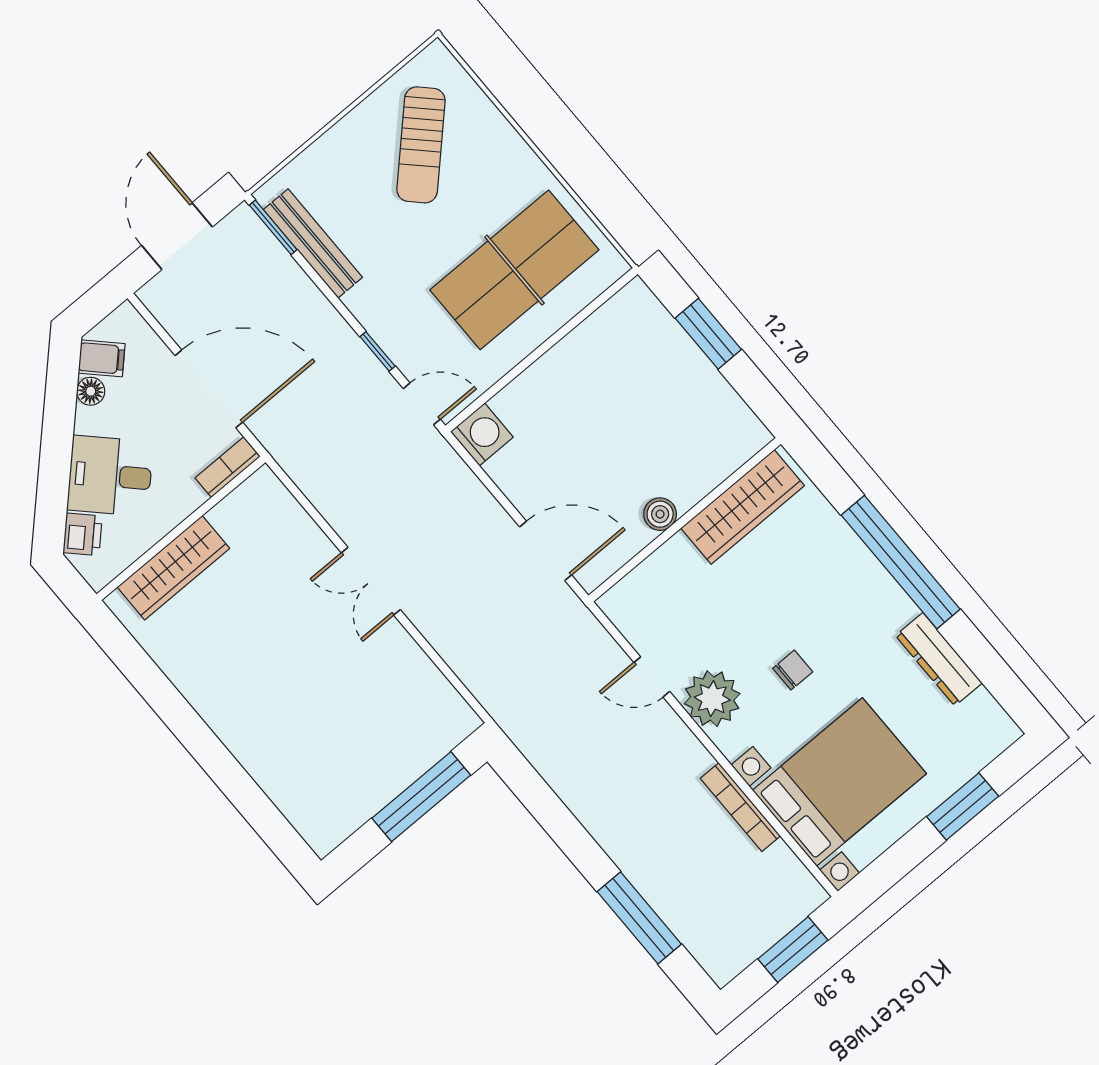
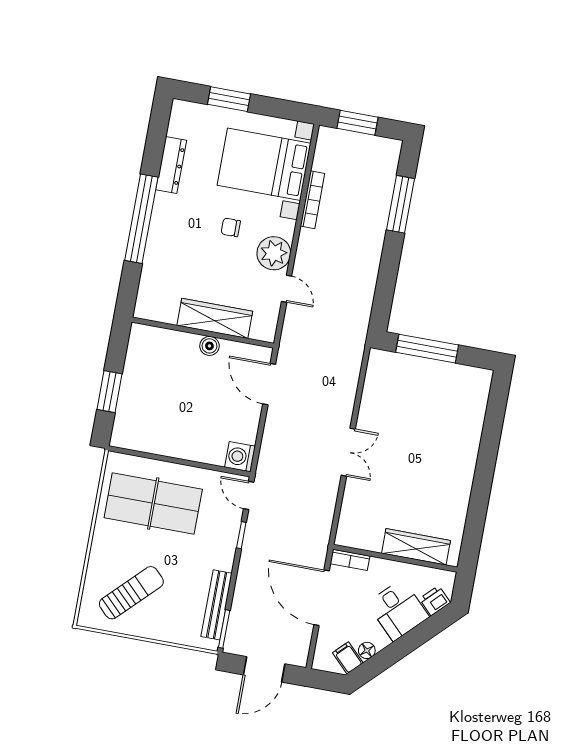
wardrobe: (743, 507) -> (215, 318), moved

